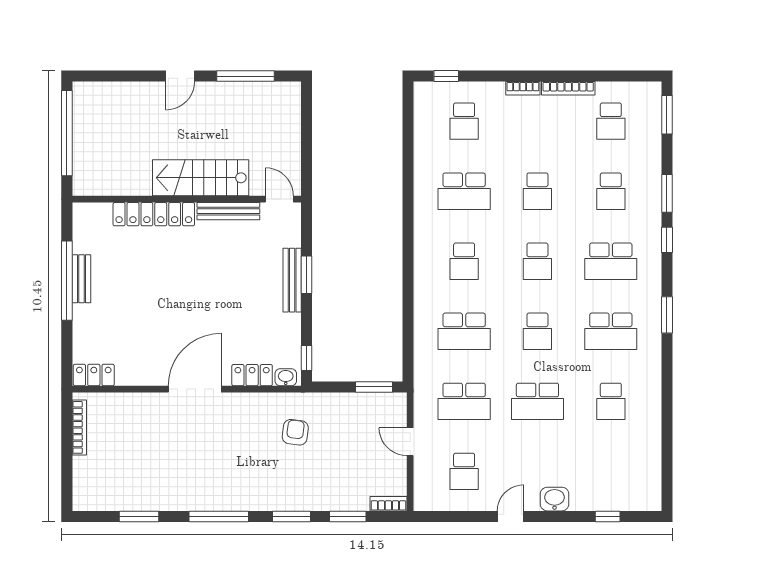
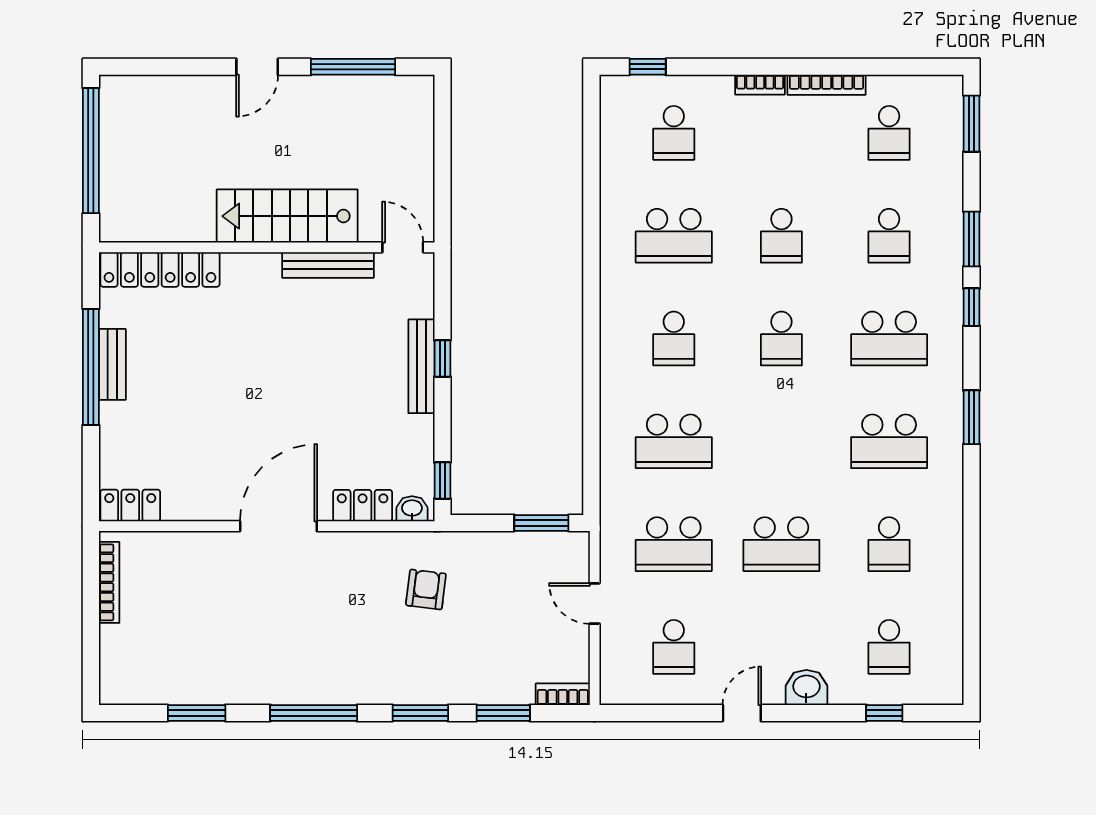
locker: (154, 214) -> (160, 269), moved
window: (306, 275) -> (442, 358), width x0.67
school desk: (537, 331) -> (889, 647), moved

